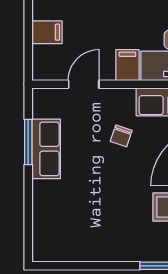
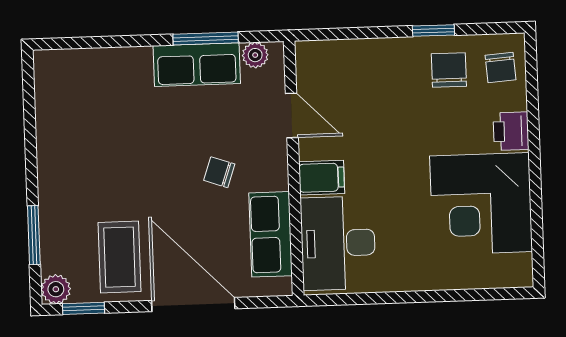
filing cabinet: (47, 32) -> (365, 60), removed
plant: (41, 108) -> (255, 55), added

